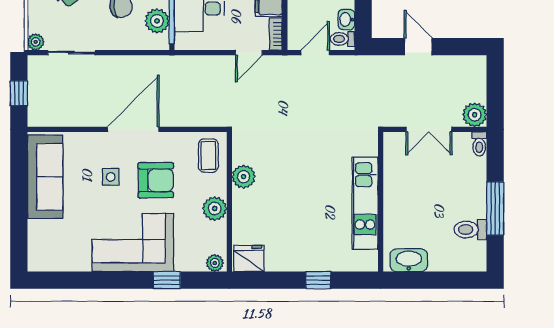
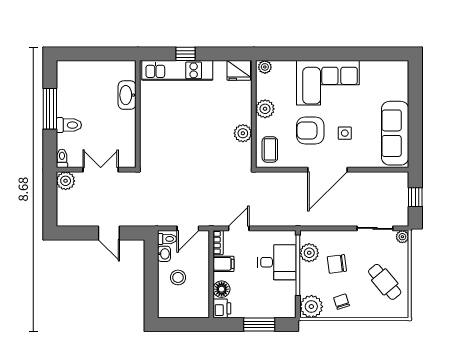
kitchen unit: (365, 203) -> (177, 70), moved, turned 90
toilet: (470, 230) -> (69, 125), moved
washbasin: (409, 260) -> (127, 95), moved, turned 90
window: (167, 280) -> (302, 54), removed

